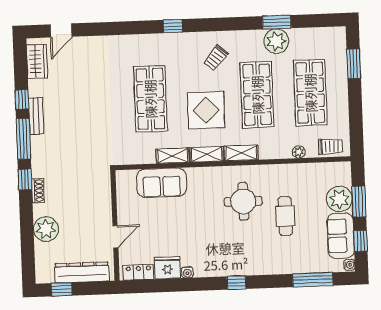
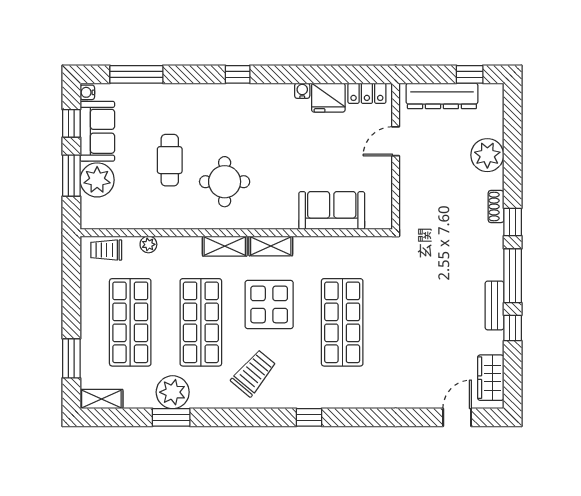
trolley: (216, 58) -> (254, 373), width x1.36, depth x1.39
shelving: (173, 156) -> (101, 399), moved

